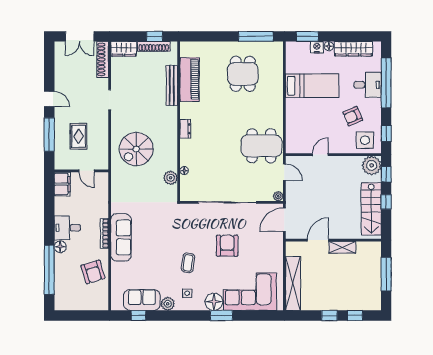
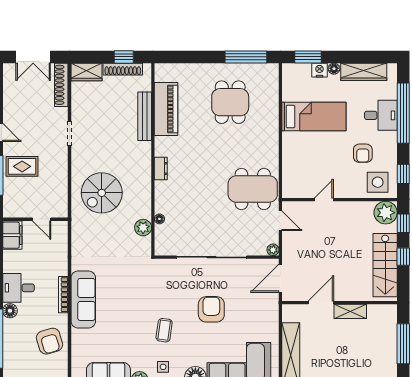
armchair: (353, 116) -> (363, 153), turned -67
rug: (79, 136) -> (22, 166), moved, turned 90

